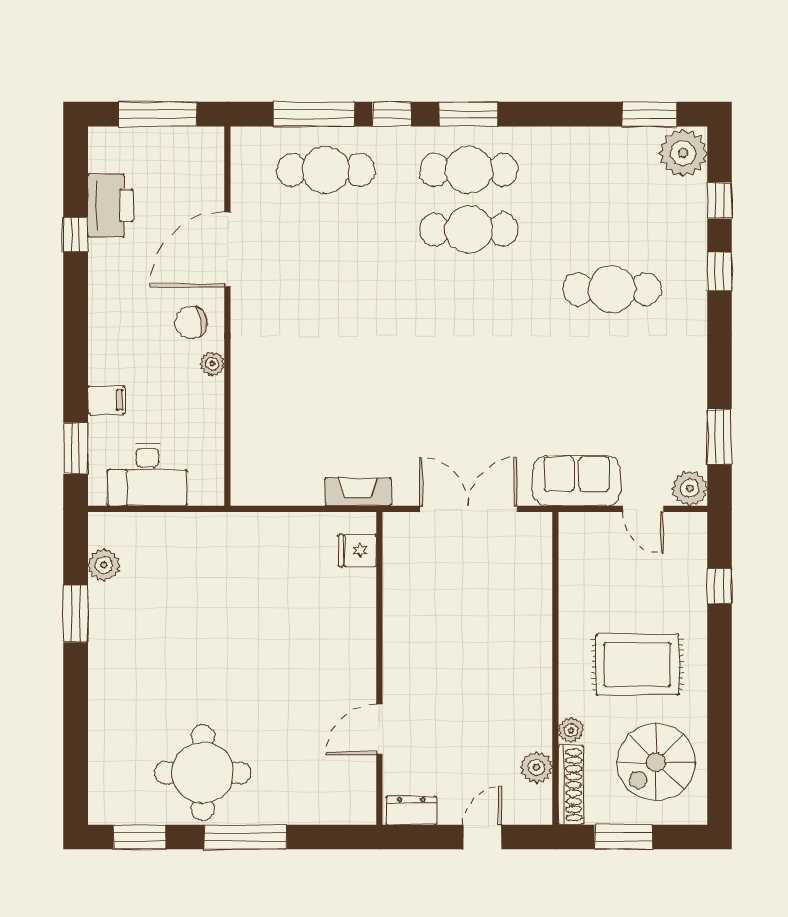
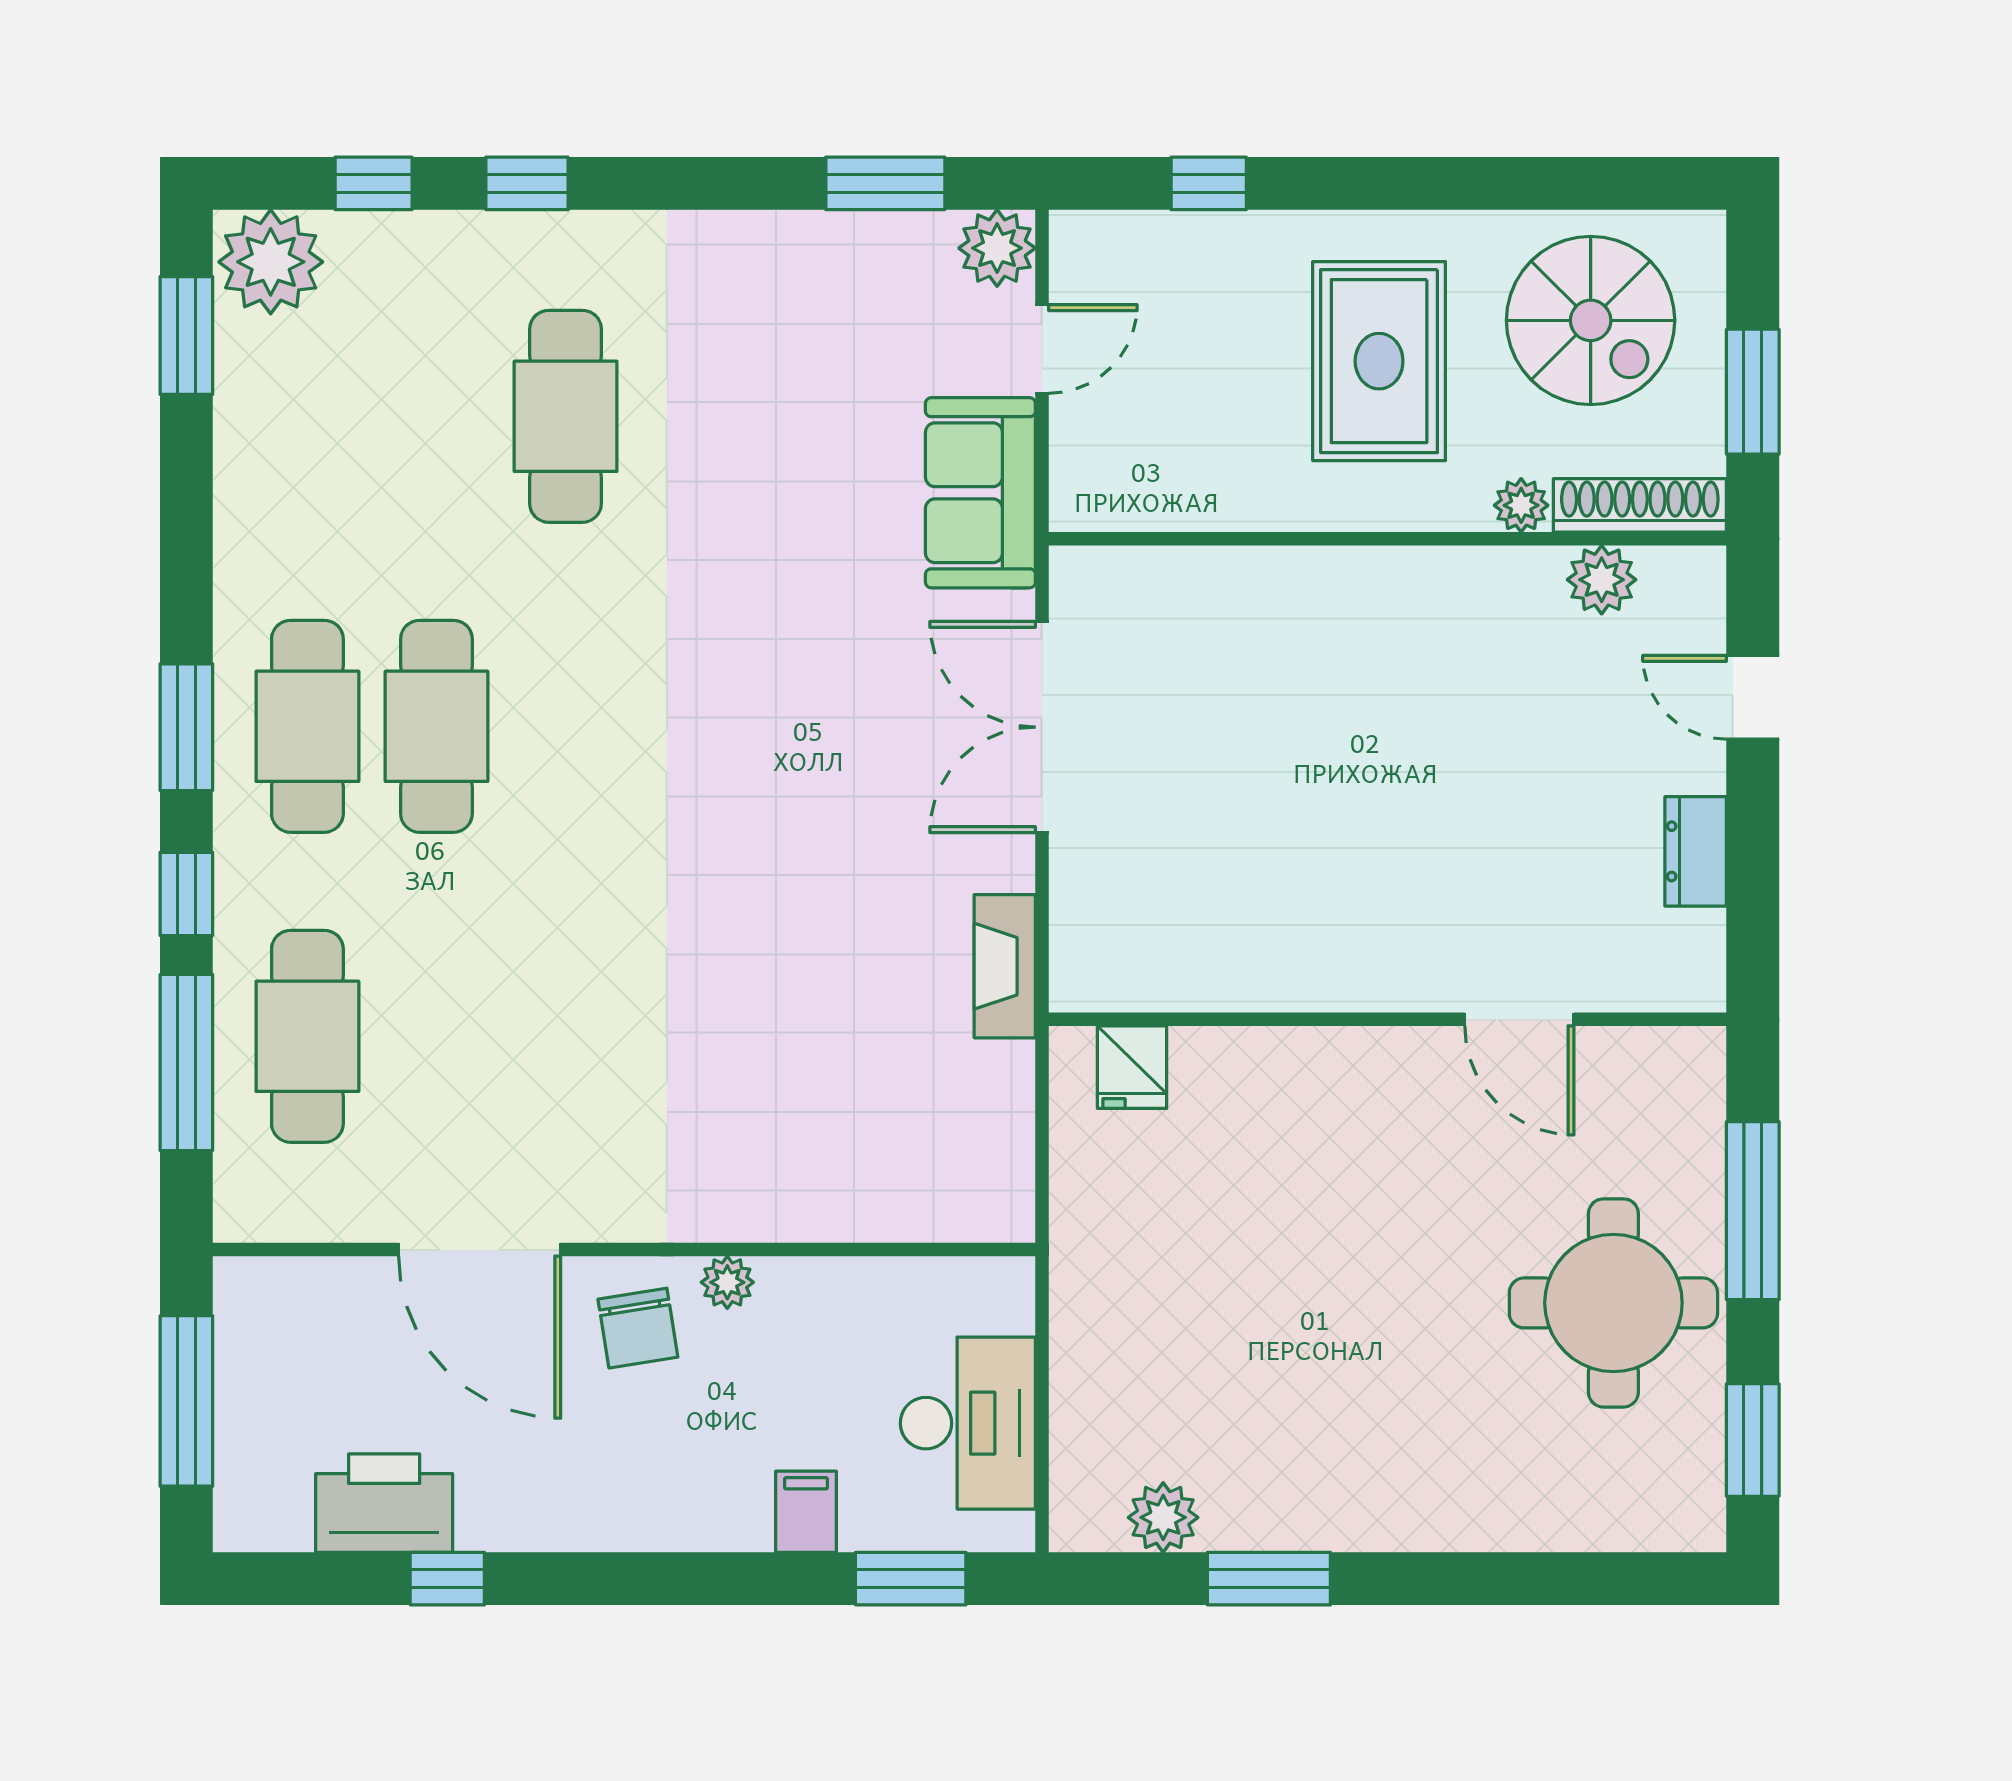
fridge: (357, 551) -> (1132, 1067), moved
wall: (379, 668) -> (1387, 1019), moved
door: (379, 729) -> (1519, 1019), moved

